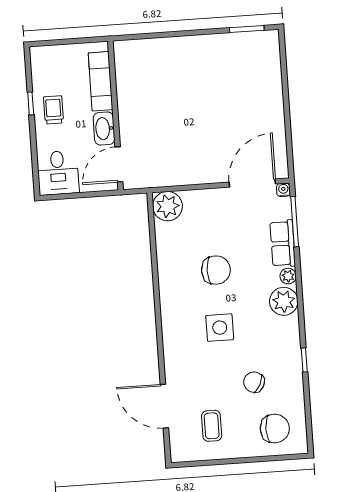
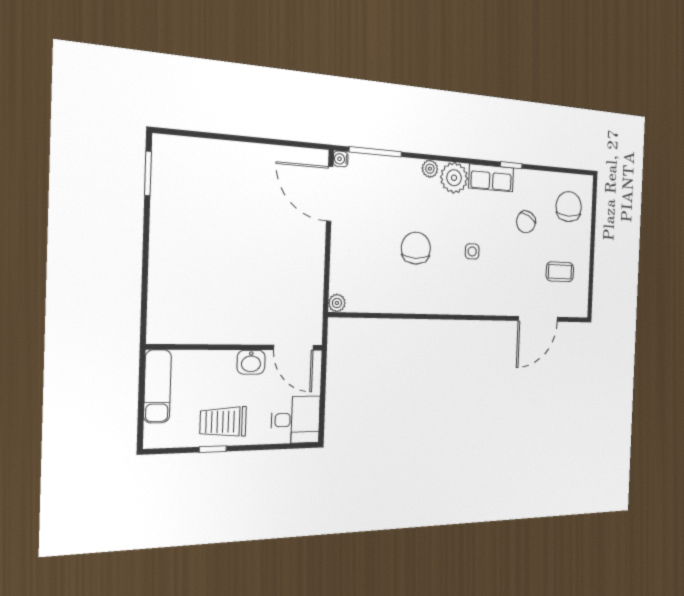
exam couch: (101, 81) -> (157, 386), moved, turned -90
trolley: (53, 110) -> (223, 422), width x1.36, depth x1.39
washbasin: (104, 129) -> (251, 362), width x0.72
plant: (168, 206) -> (337, 303), width x0.53, depth x0.53
row of seats: (283, 243) -> (491, 178), moved
side table: (220, 328) -> (472, 251), width x0.54, depth x0.54

